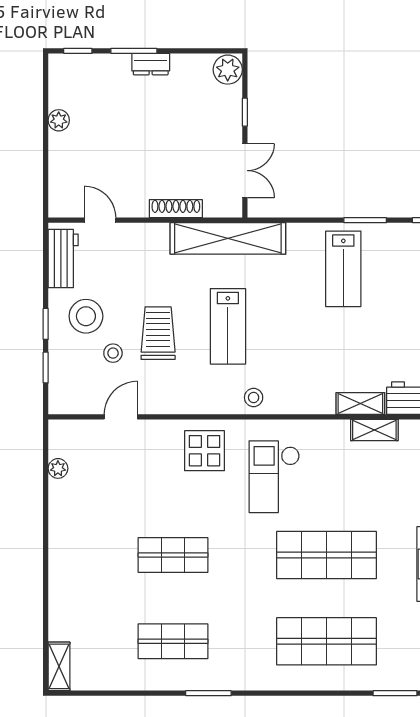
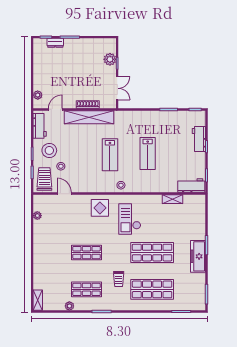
dresser: (151, 64) -> (55, 43), moved
plant: (228, 70) -> (110, 59), moved
plant: (59, 120) -> (38, 95), moved
door: (100, 220) -> (55, 109), hinge flipped
shelving: (228, 238) -> (89, 117), moved
lab bench: (343, 269) -> (148, 154), moved
trolley: (158, 333) -> (44, 179), moved
shelving: (360, 403) -> (167, 188), removed
door: (121, 417) -> (64, 193), hinge flipped
trolley: (248, 617) -> (119, 279), added
plant: (133, 680) -> (69, 306), added

